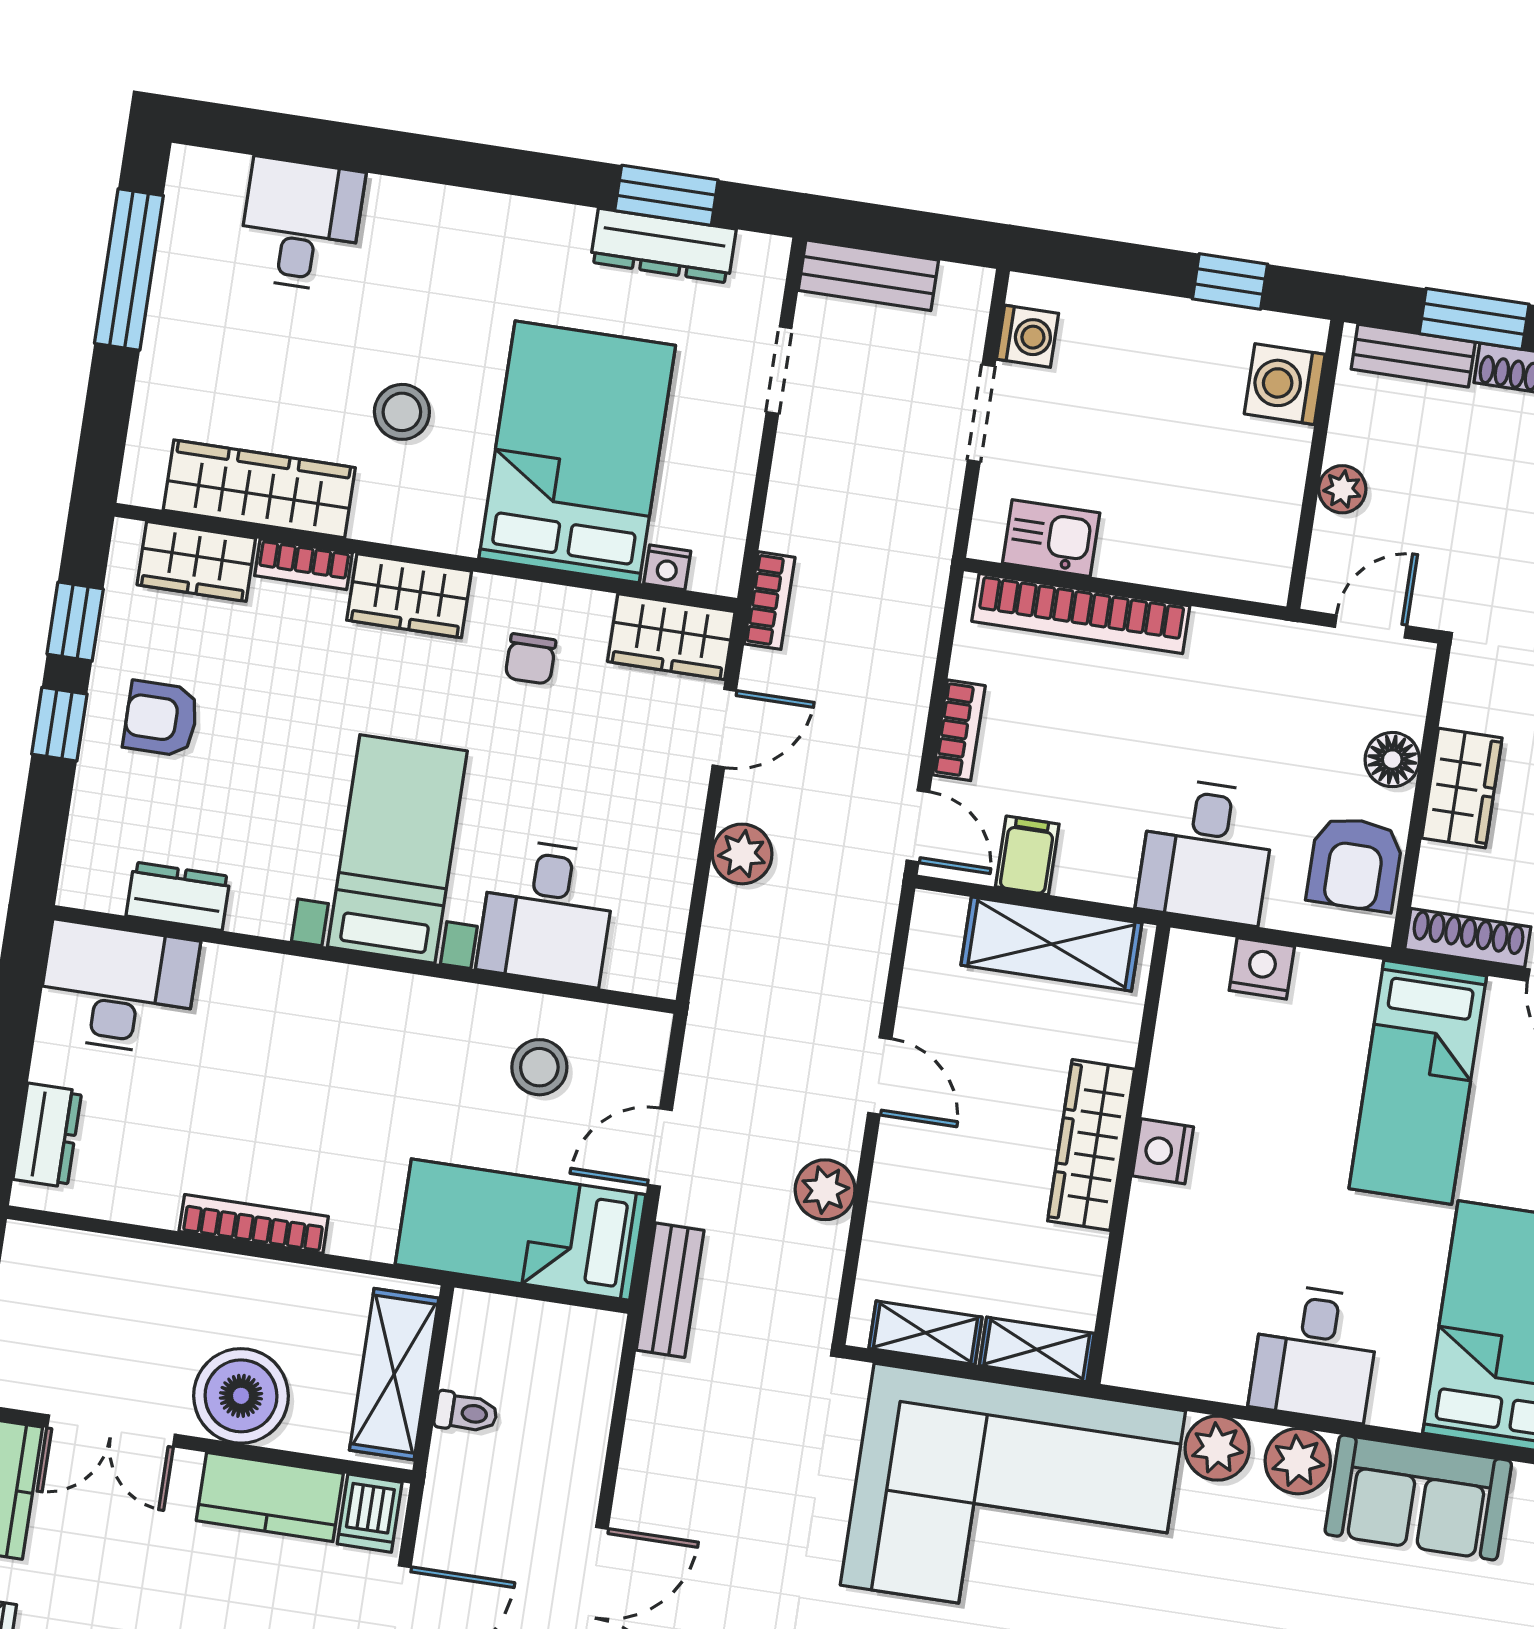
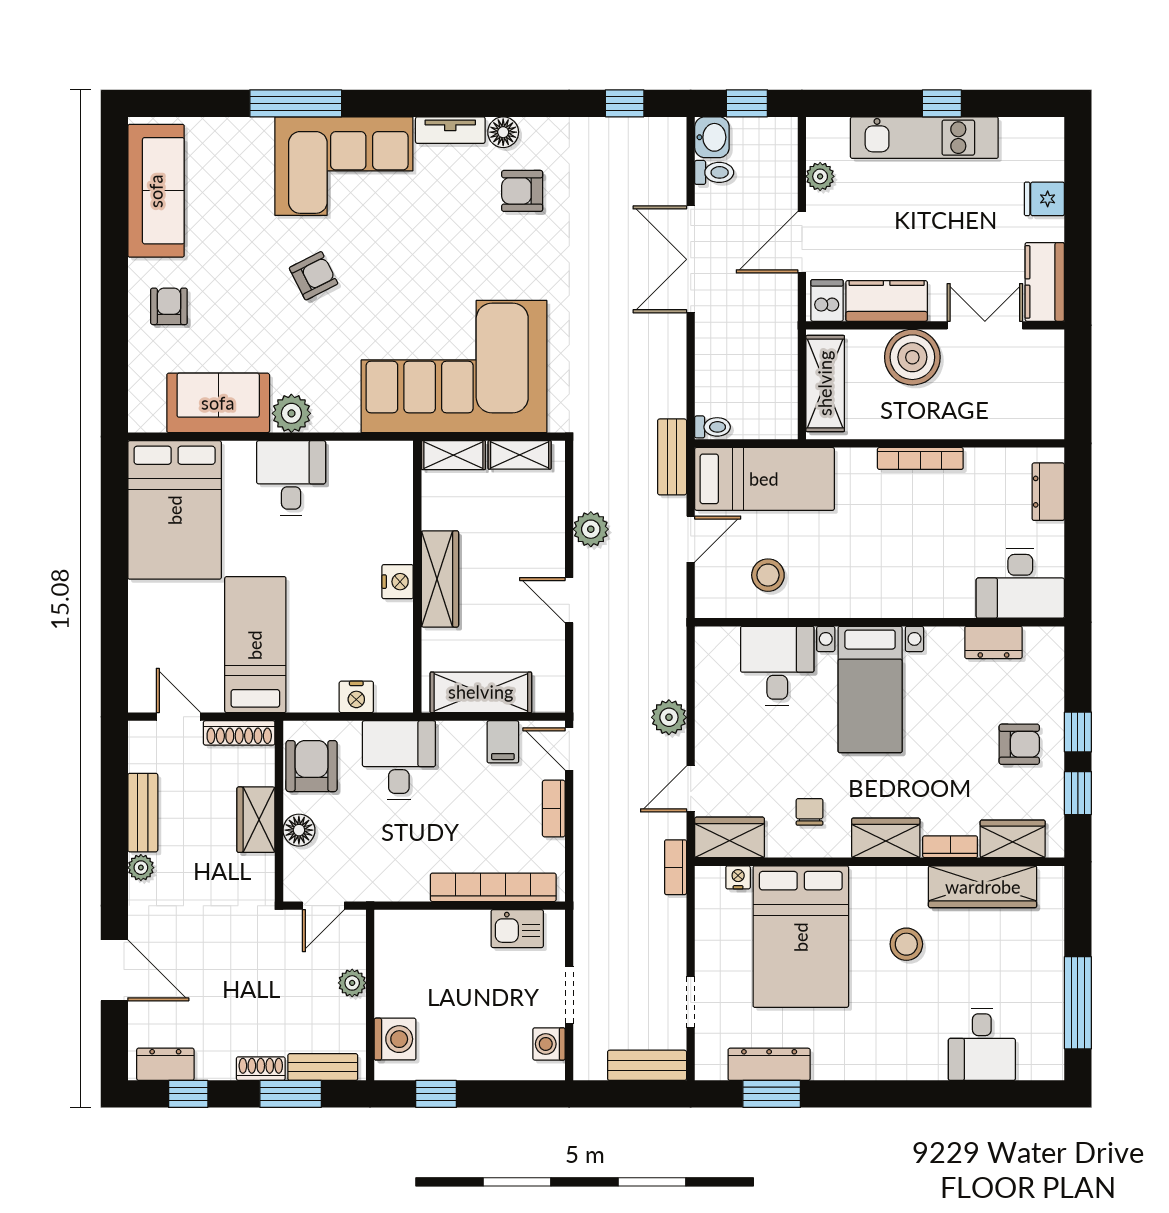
toilet: (466, 1413) -> (713, 427), moved, turned 180
plant: (1217, 1448) -> (340, 414), removed

